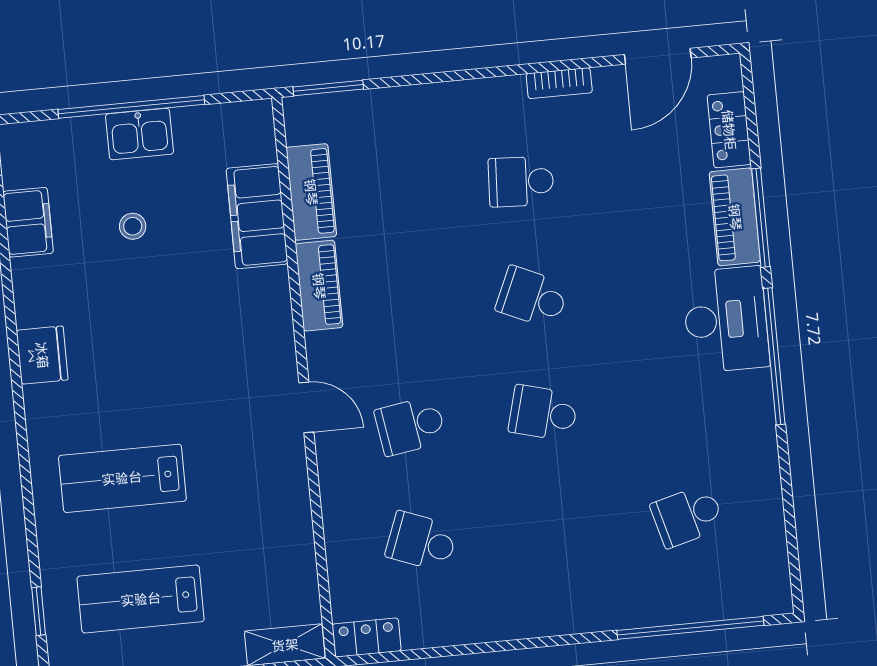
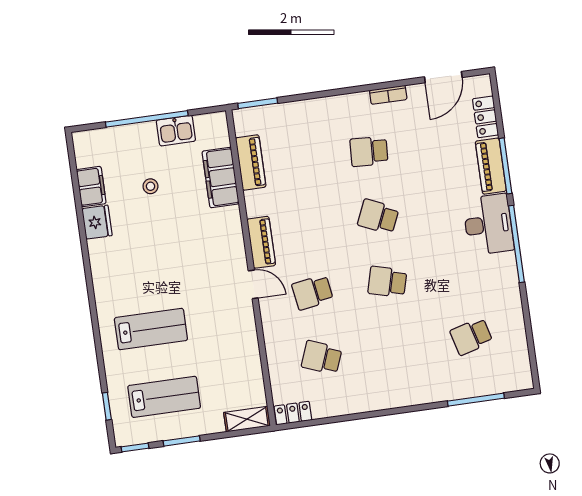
kitchen sink: (140, 134) -> (176, 131), moved
piano: (319, 286) -> (261, 242), moved
fridge: (42, 355) -> (97, 222), moved
lab bench: (122, 478) -> (151, 329), turned 180
lab bench: (141, 599) -> (164, 397), turned 180
window: (690, 628) -> (476, 400), width x0.68

